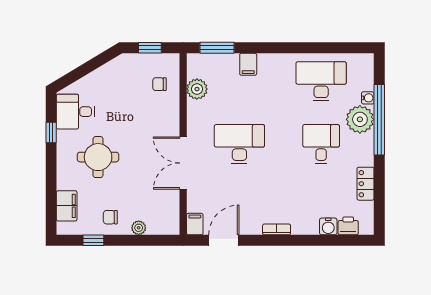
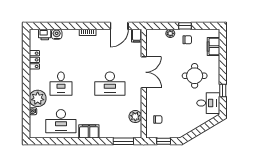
filing cabinet: (248, 64) -> (89, 131), moved, width x2.00
window: (379, 120) -> (26, 98), removed
window: (93, 240) -> (185, 26), moved

